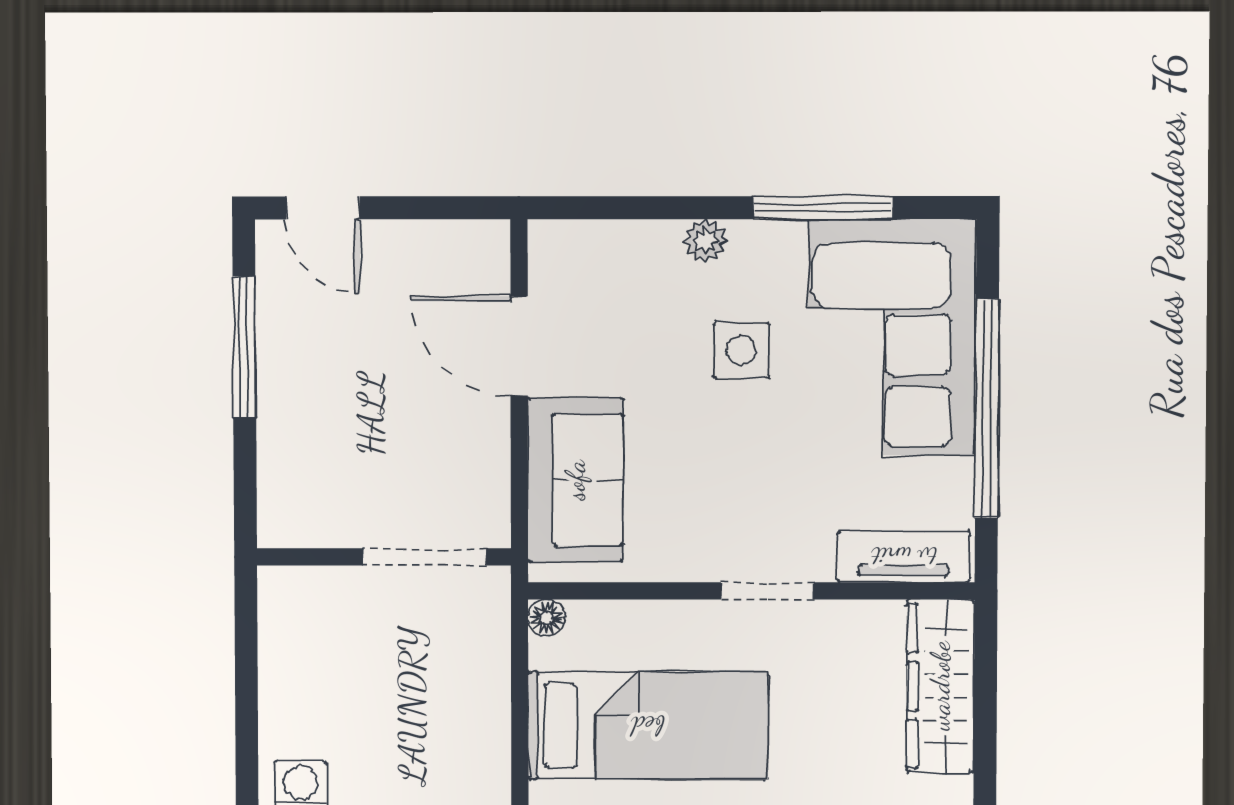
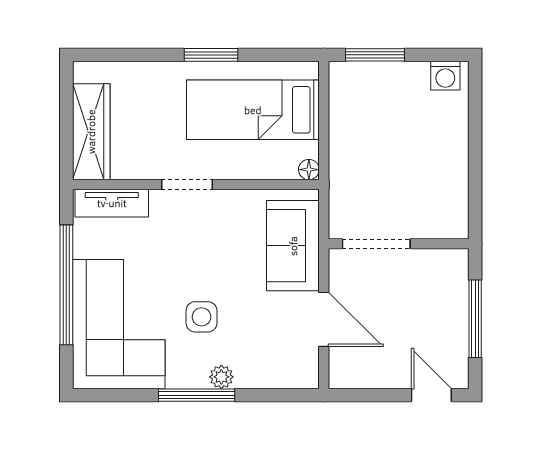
window: (823, 208) -> (197, 395), moved
wall: (384, 557) -> (399, 244), moved
doorway: (425, 557) -> (376, 244), moved

